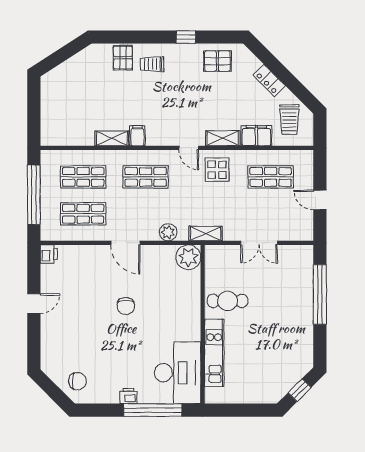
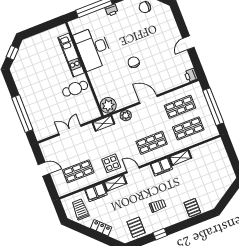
pallet: (217, 61) -> (136, 227), turned 90
trolley: (152, 64) -> (158, 206), moved
filing cabinet: (137, 136) -> (161, 167), width x2.00
desk: (178, 373) -> (93, 48), moved

